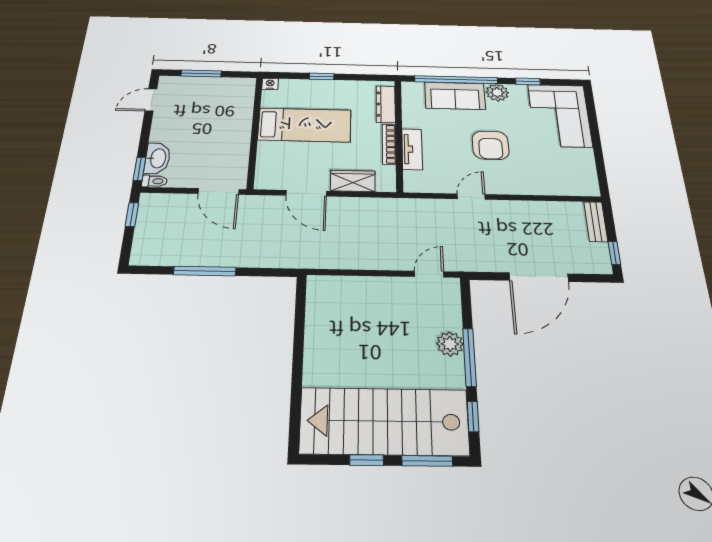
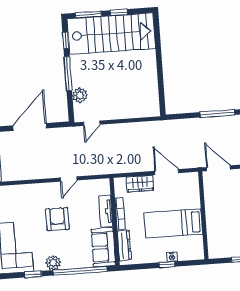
nightstand: (270, 84) -> (172, 257), moved
sofa: (455, 96) -> (103, 247), moved, turned -90
plant: (450, 344) -> (80, 95), moved

